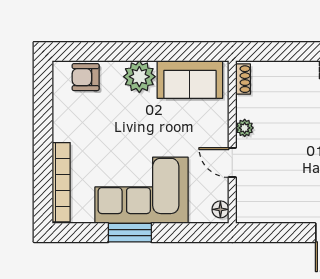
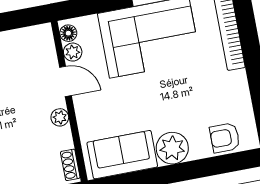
armchair: (86, 77) -> (225, 138), turned 180
plant: (220, 190) -> (73, 52), added

